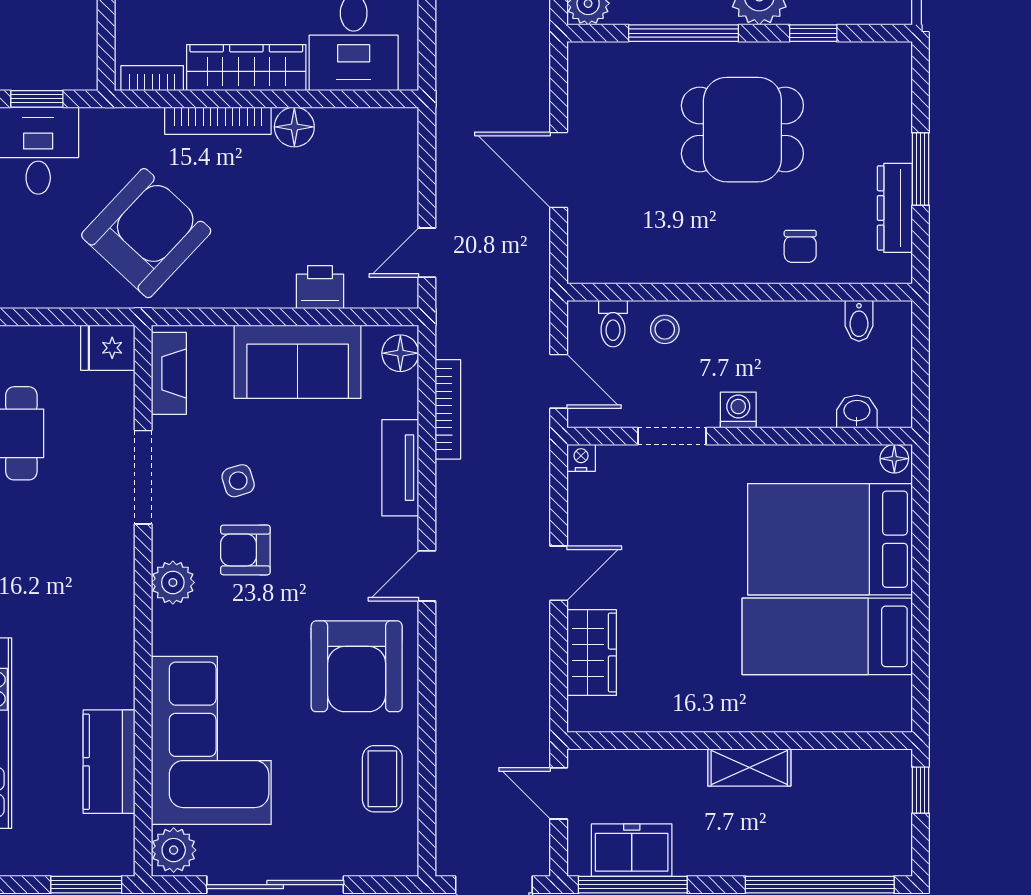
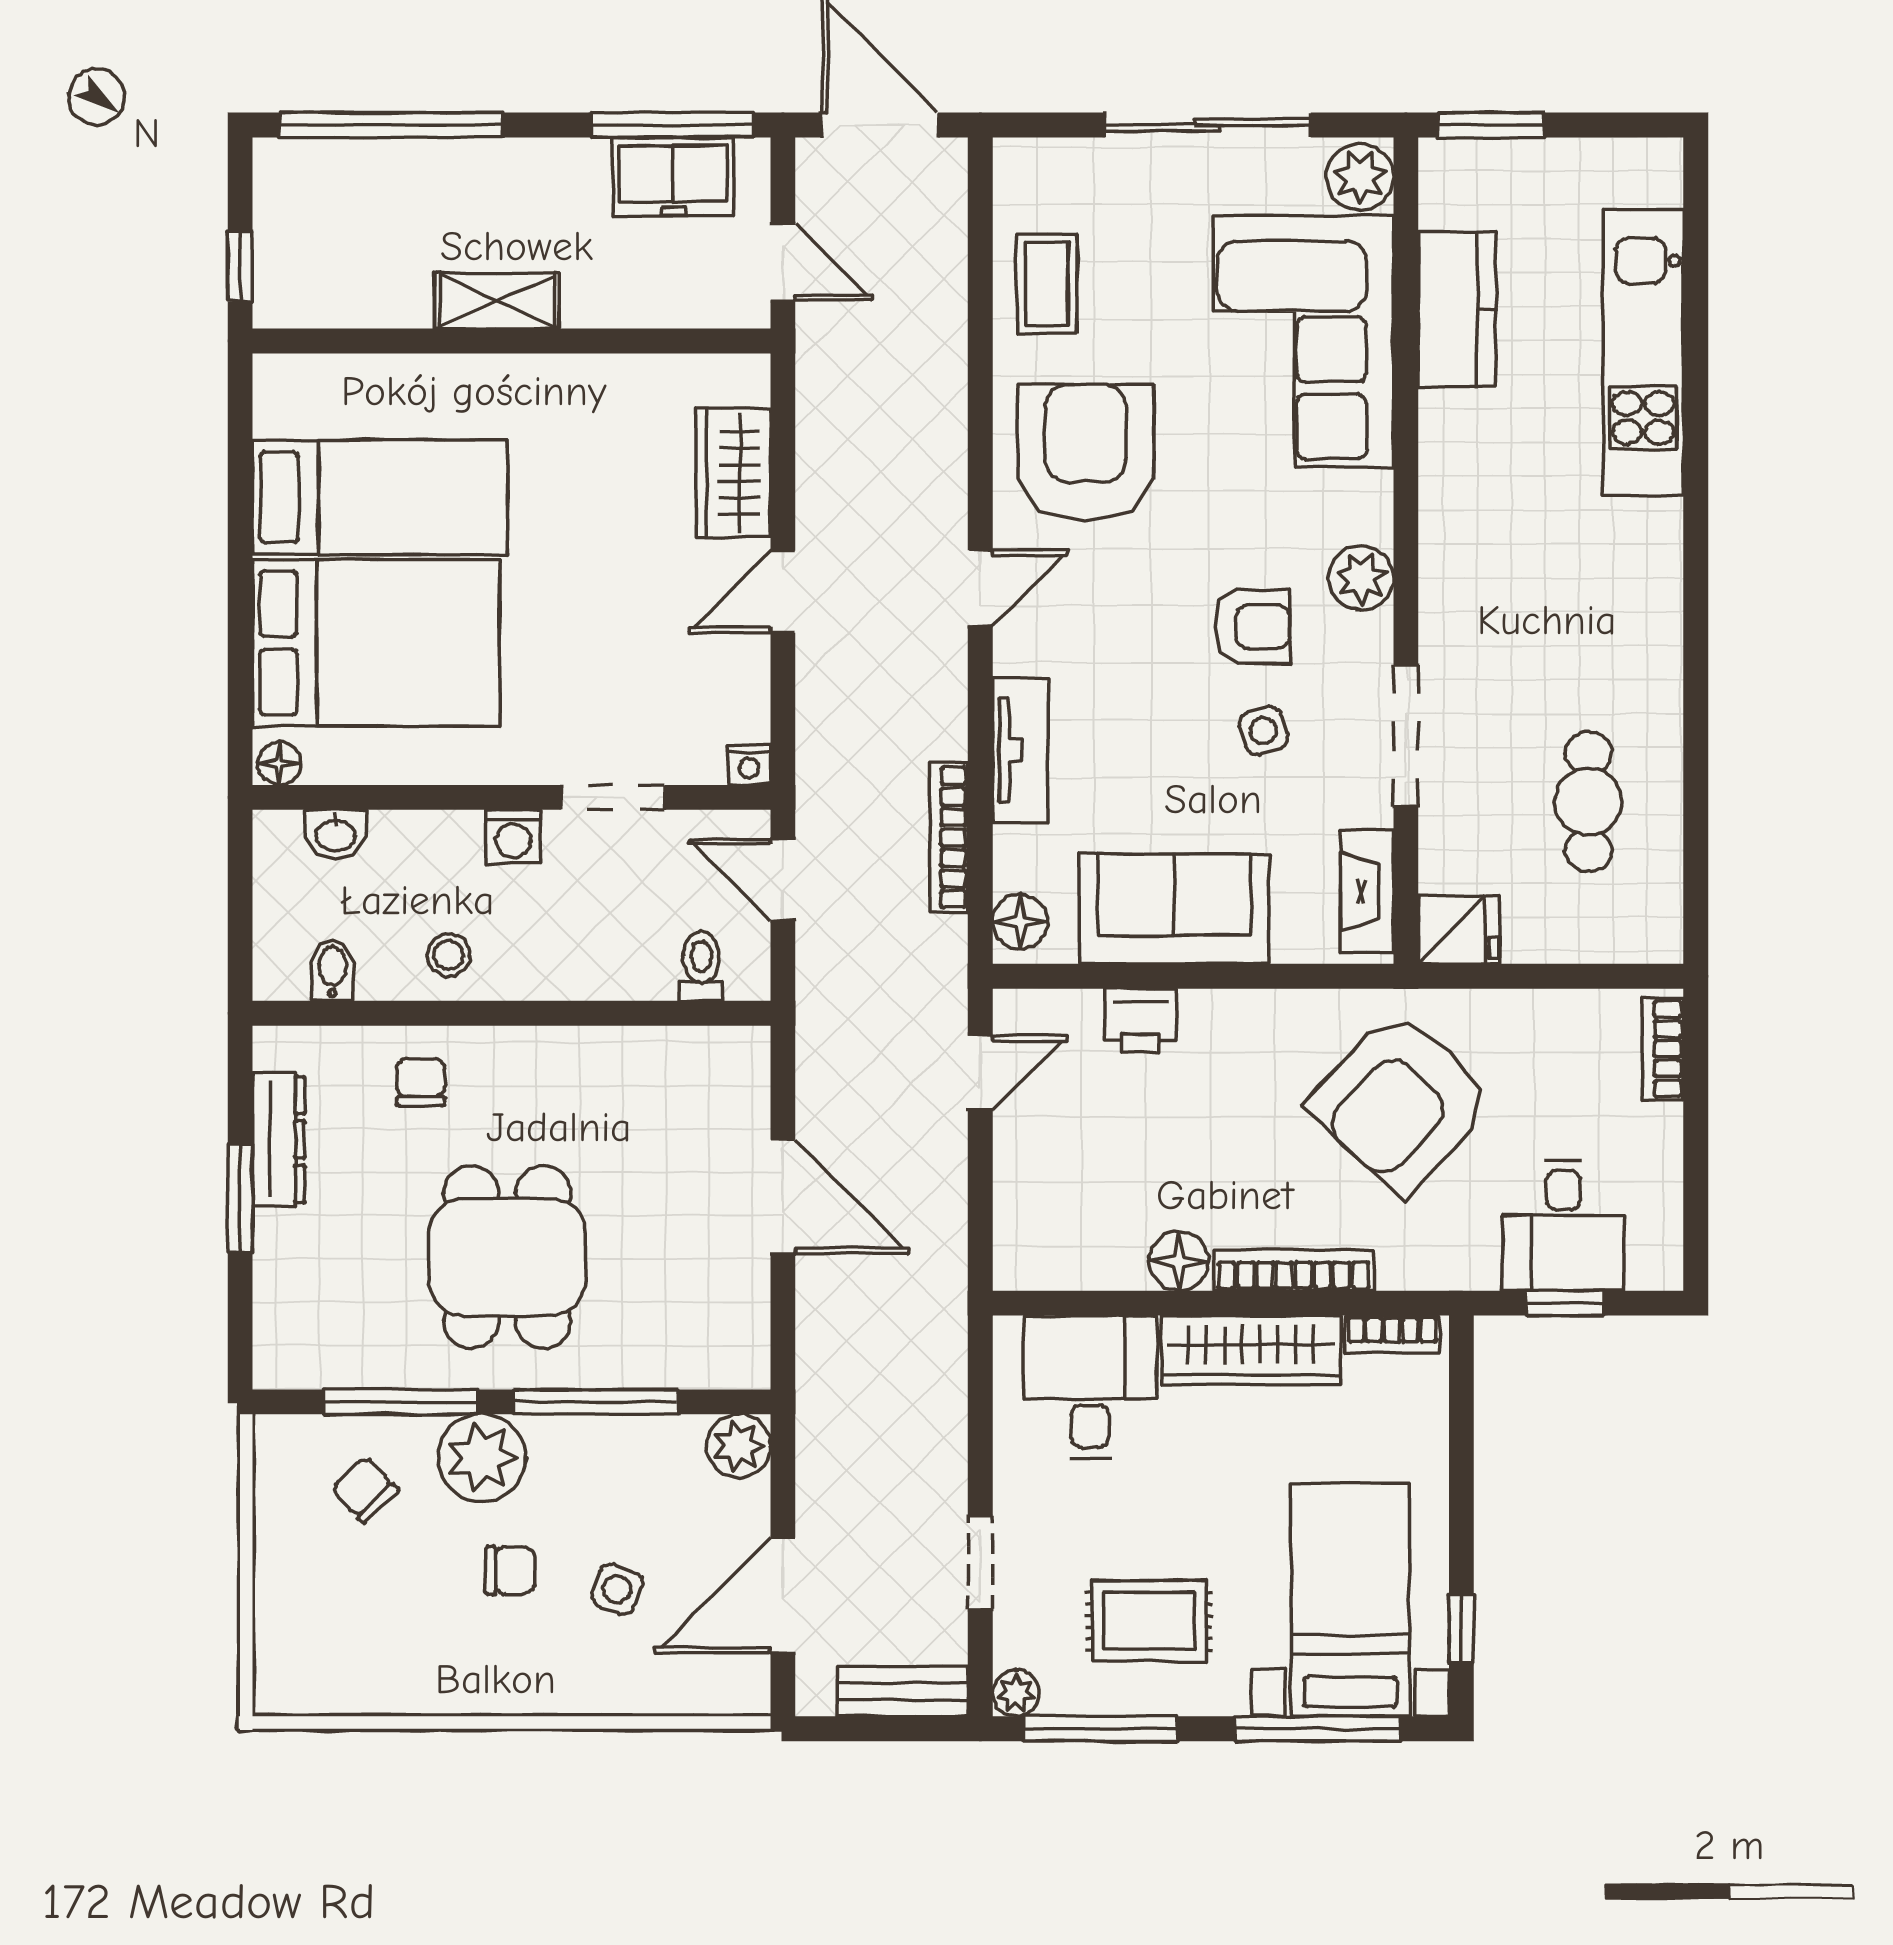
window: (813, 33) -> (401, 1402), width x2.17
dining table: (742, 130) -> (507, 1257), turned 90
stool: (665, 329) -> (449, 955), moved

